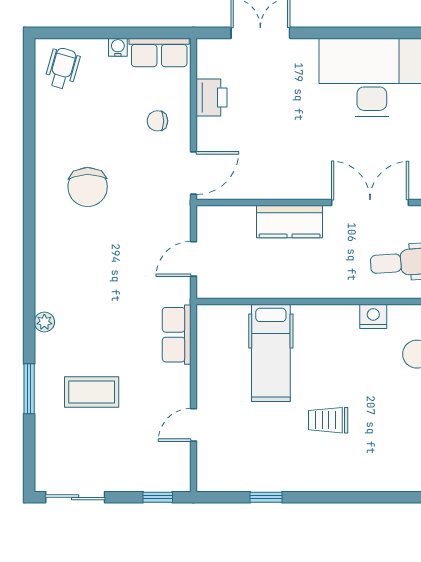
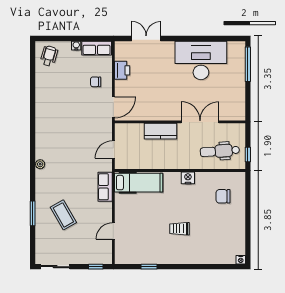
chair: (88, 187) -> (61, 114), removed
nightstand: (373, 316) -> (188, 178), moved
plant: (44, 322) -> (40, 164), moved
hospital bed: (271, 353) -> (139, 183), moved, turned -90
coffee table: (92, 392) -> (63, 215), turned 60

